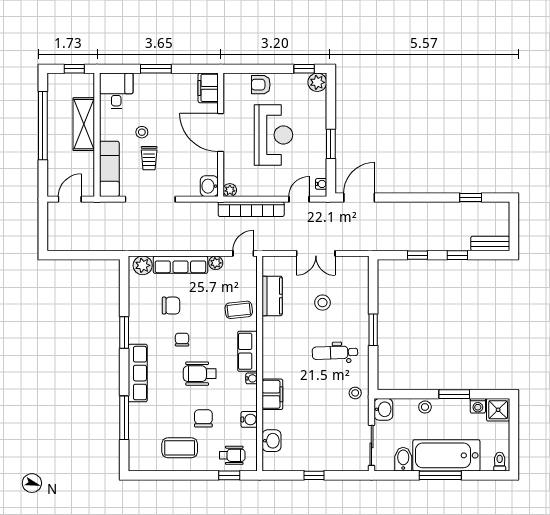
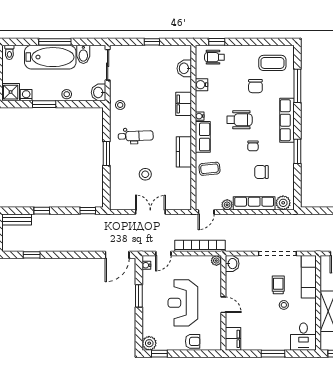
door: (221, 132) -> (223, 305), width x0.53
window: (418, 255) -> (88, 211), moved
kitchen counter: (272, 296) -> (184, 152), moved
chair: (203, 418) -> (255, 86), moved
coffee table: (180, 448) -> (272, 63), moved

